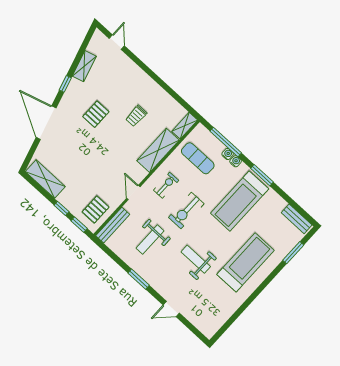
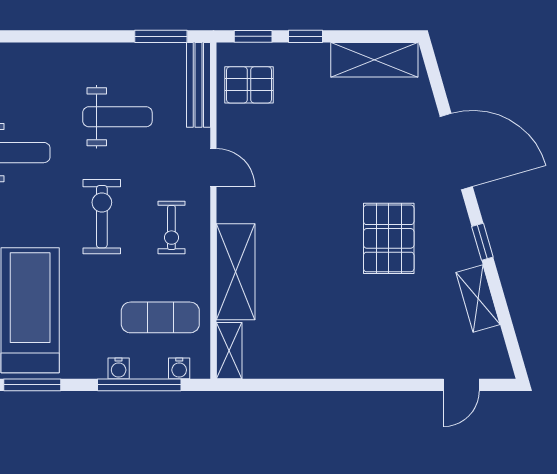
door: (117, 42) -> (461, 385), hinge flipped
pallet: (96, 114) -> (389, 238), width x1.50, depth x1.42
trolley: (136, 116) -> (321, 295), removed
water cooler: (236, 161) -> (179, 368), moved
pallet: (96, 210) -> (249, 85), turned 90
weight bench: (150, 240) -> (117, 117), turned 90
window: (139, 279) -> (161, 36), moved

